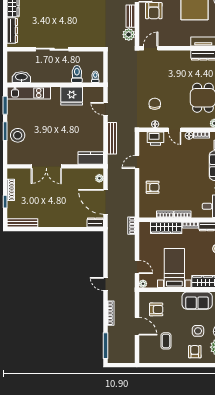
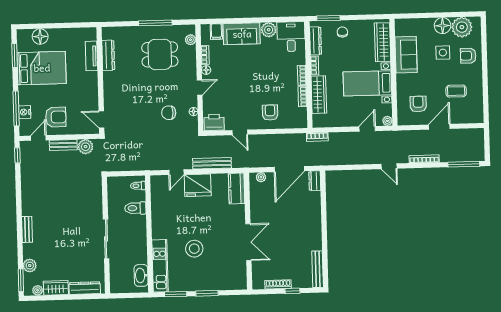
fridge: (72, 96) -> (198, 185), moved, turned 90
stool: (18, 135) -> (194, 249), moved
printer: (156, 139) -> (214, 122), moved, turned -90
door: (106, 284) -> (389, 166), hinge flipped

